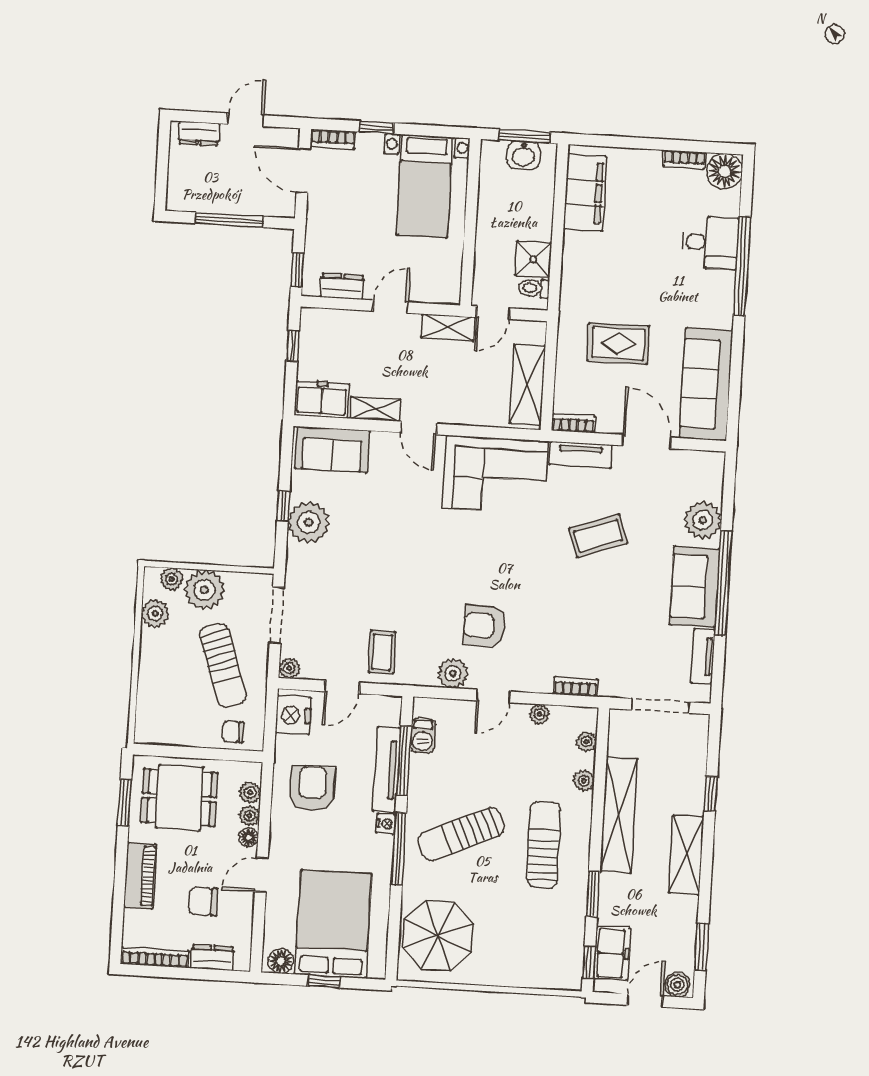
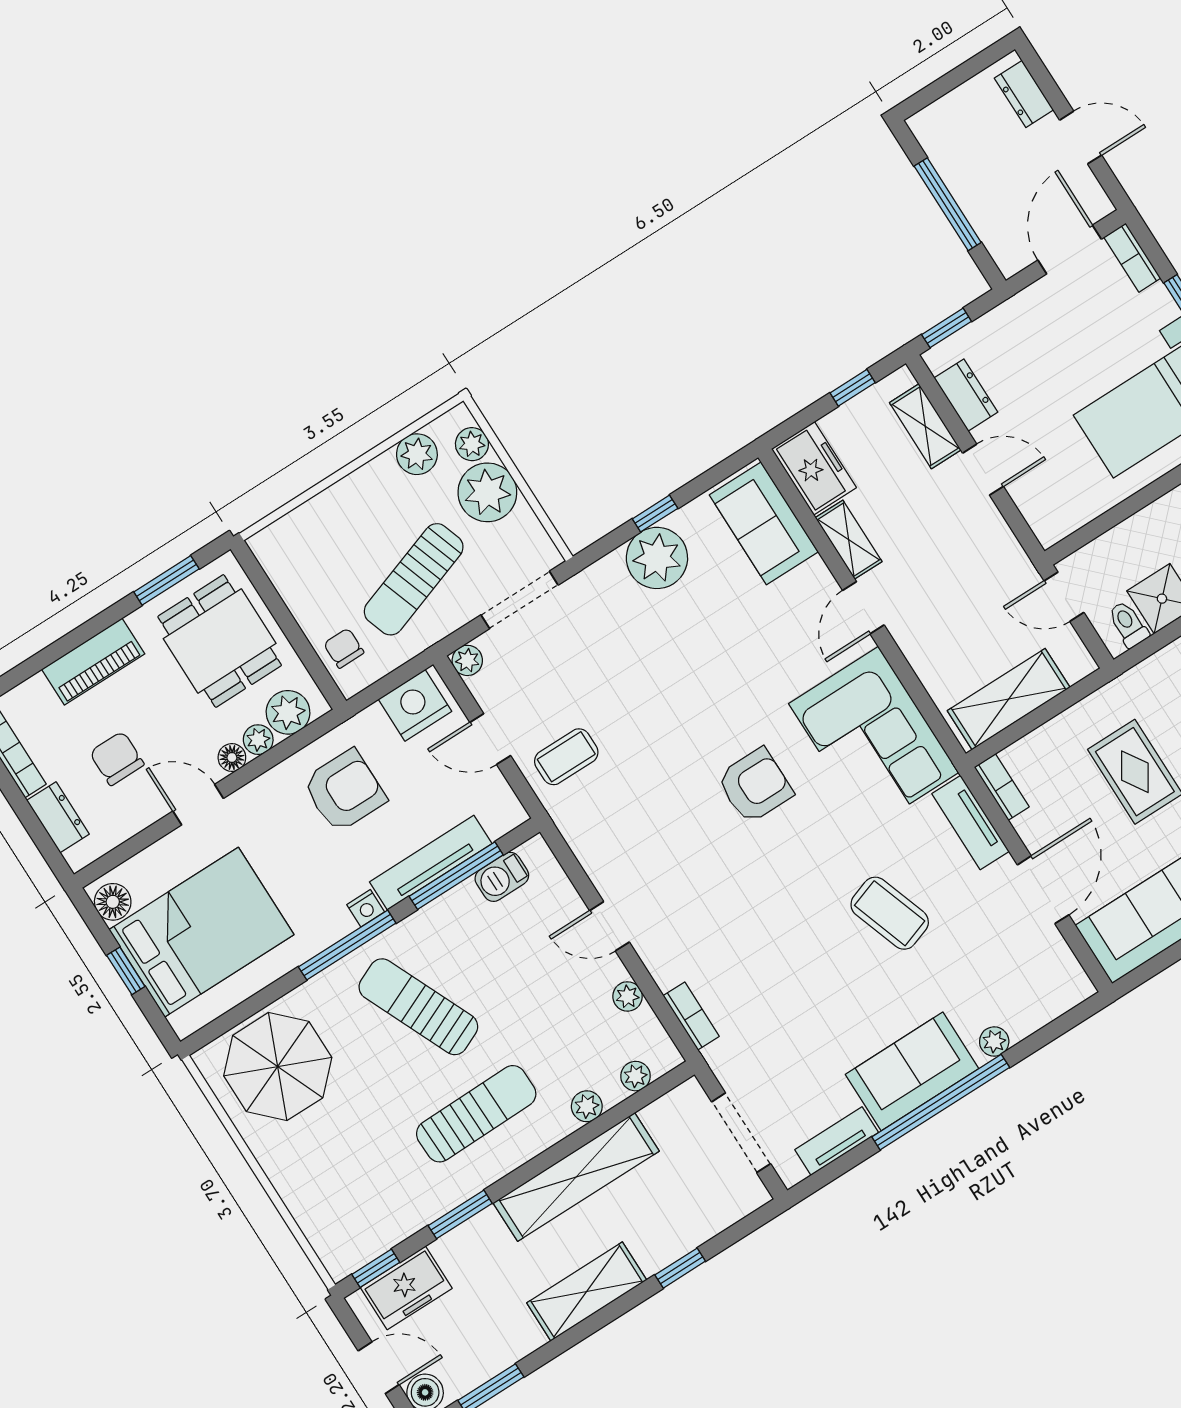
shelving: (448, 327) -> (925, 426), moved
plant: (703, 520) -> (994, 1041), width x0.53, depth x0.53
armchair: (484, 626) -> (755, 786), moved, turned 89
plant: (453, 673) -> (602, 859), removed
plant: (250, 792) -> (288, 712), width x1.38, depth x1.38

